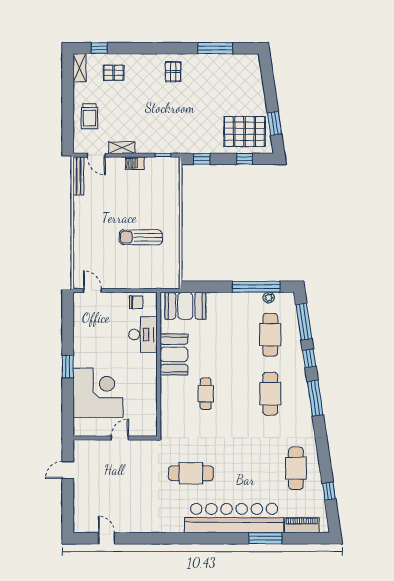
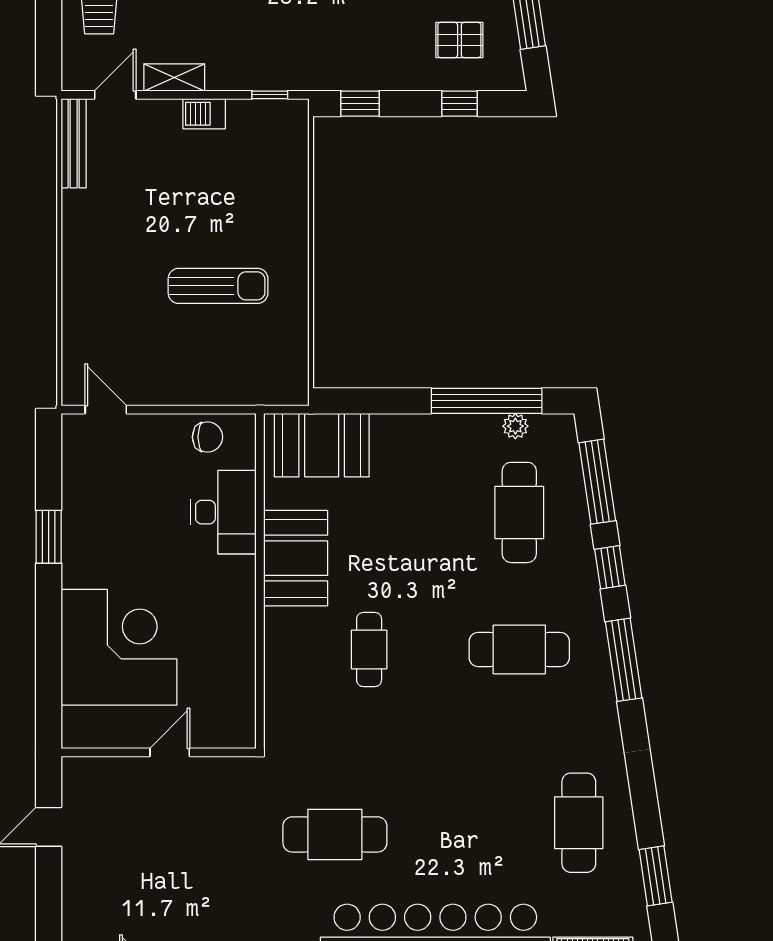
pallet: (245, 131) -> (459, 40), width x0.49, depth x0.50
door: (96, 155) -> (115, 95), swing flipped
sun lounger: (141, 237) -> (218, 286), turned 180
window: (68, 366) -> (49, 537), moved
cafe table: (270, 394) -> (519, 650), turned 90
window: (329, 491) -> (656, 876), width x1.50

